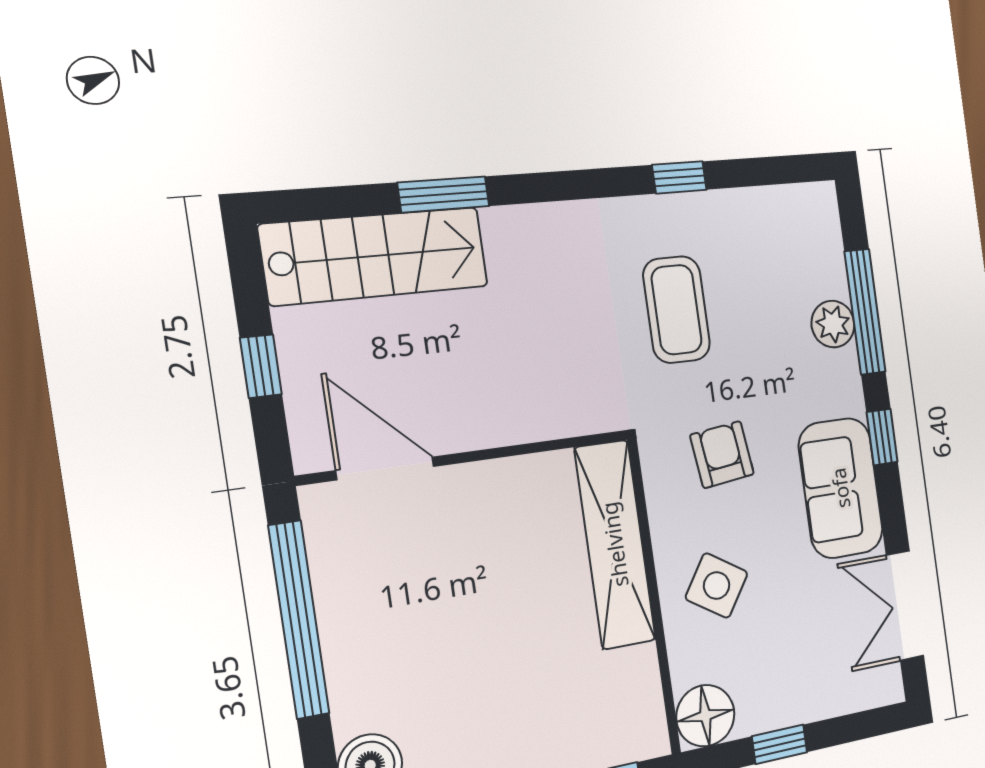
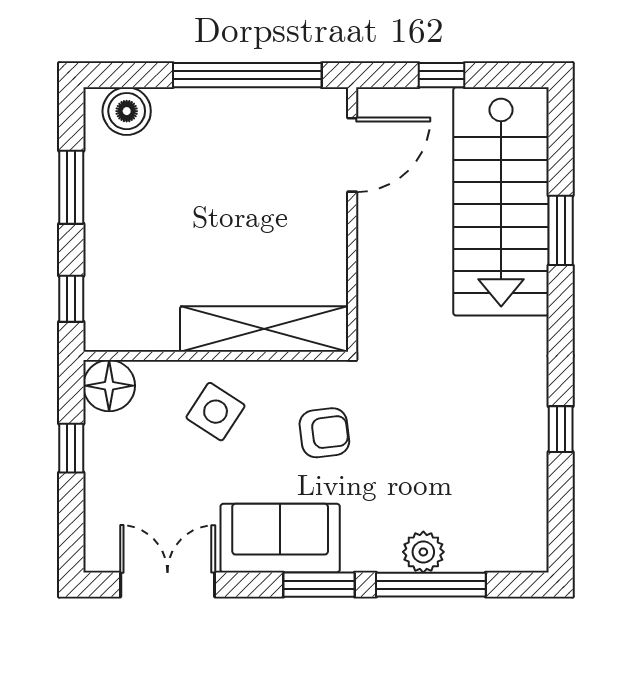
stairs: (375, 256) -> (501, 201), width x1.36, depth x1.51
coffee table: (677, 310) -> (450, 410), removed
window: (882, 437) -> (319, 585), width x1.50

